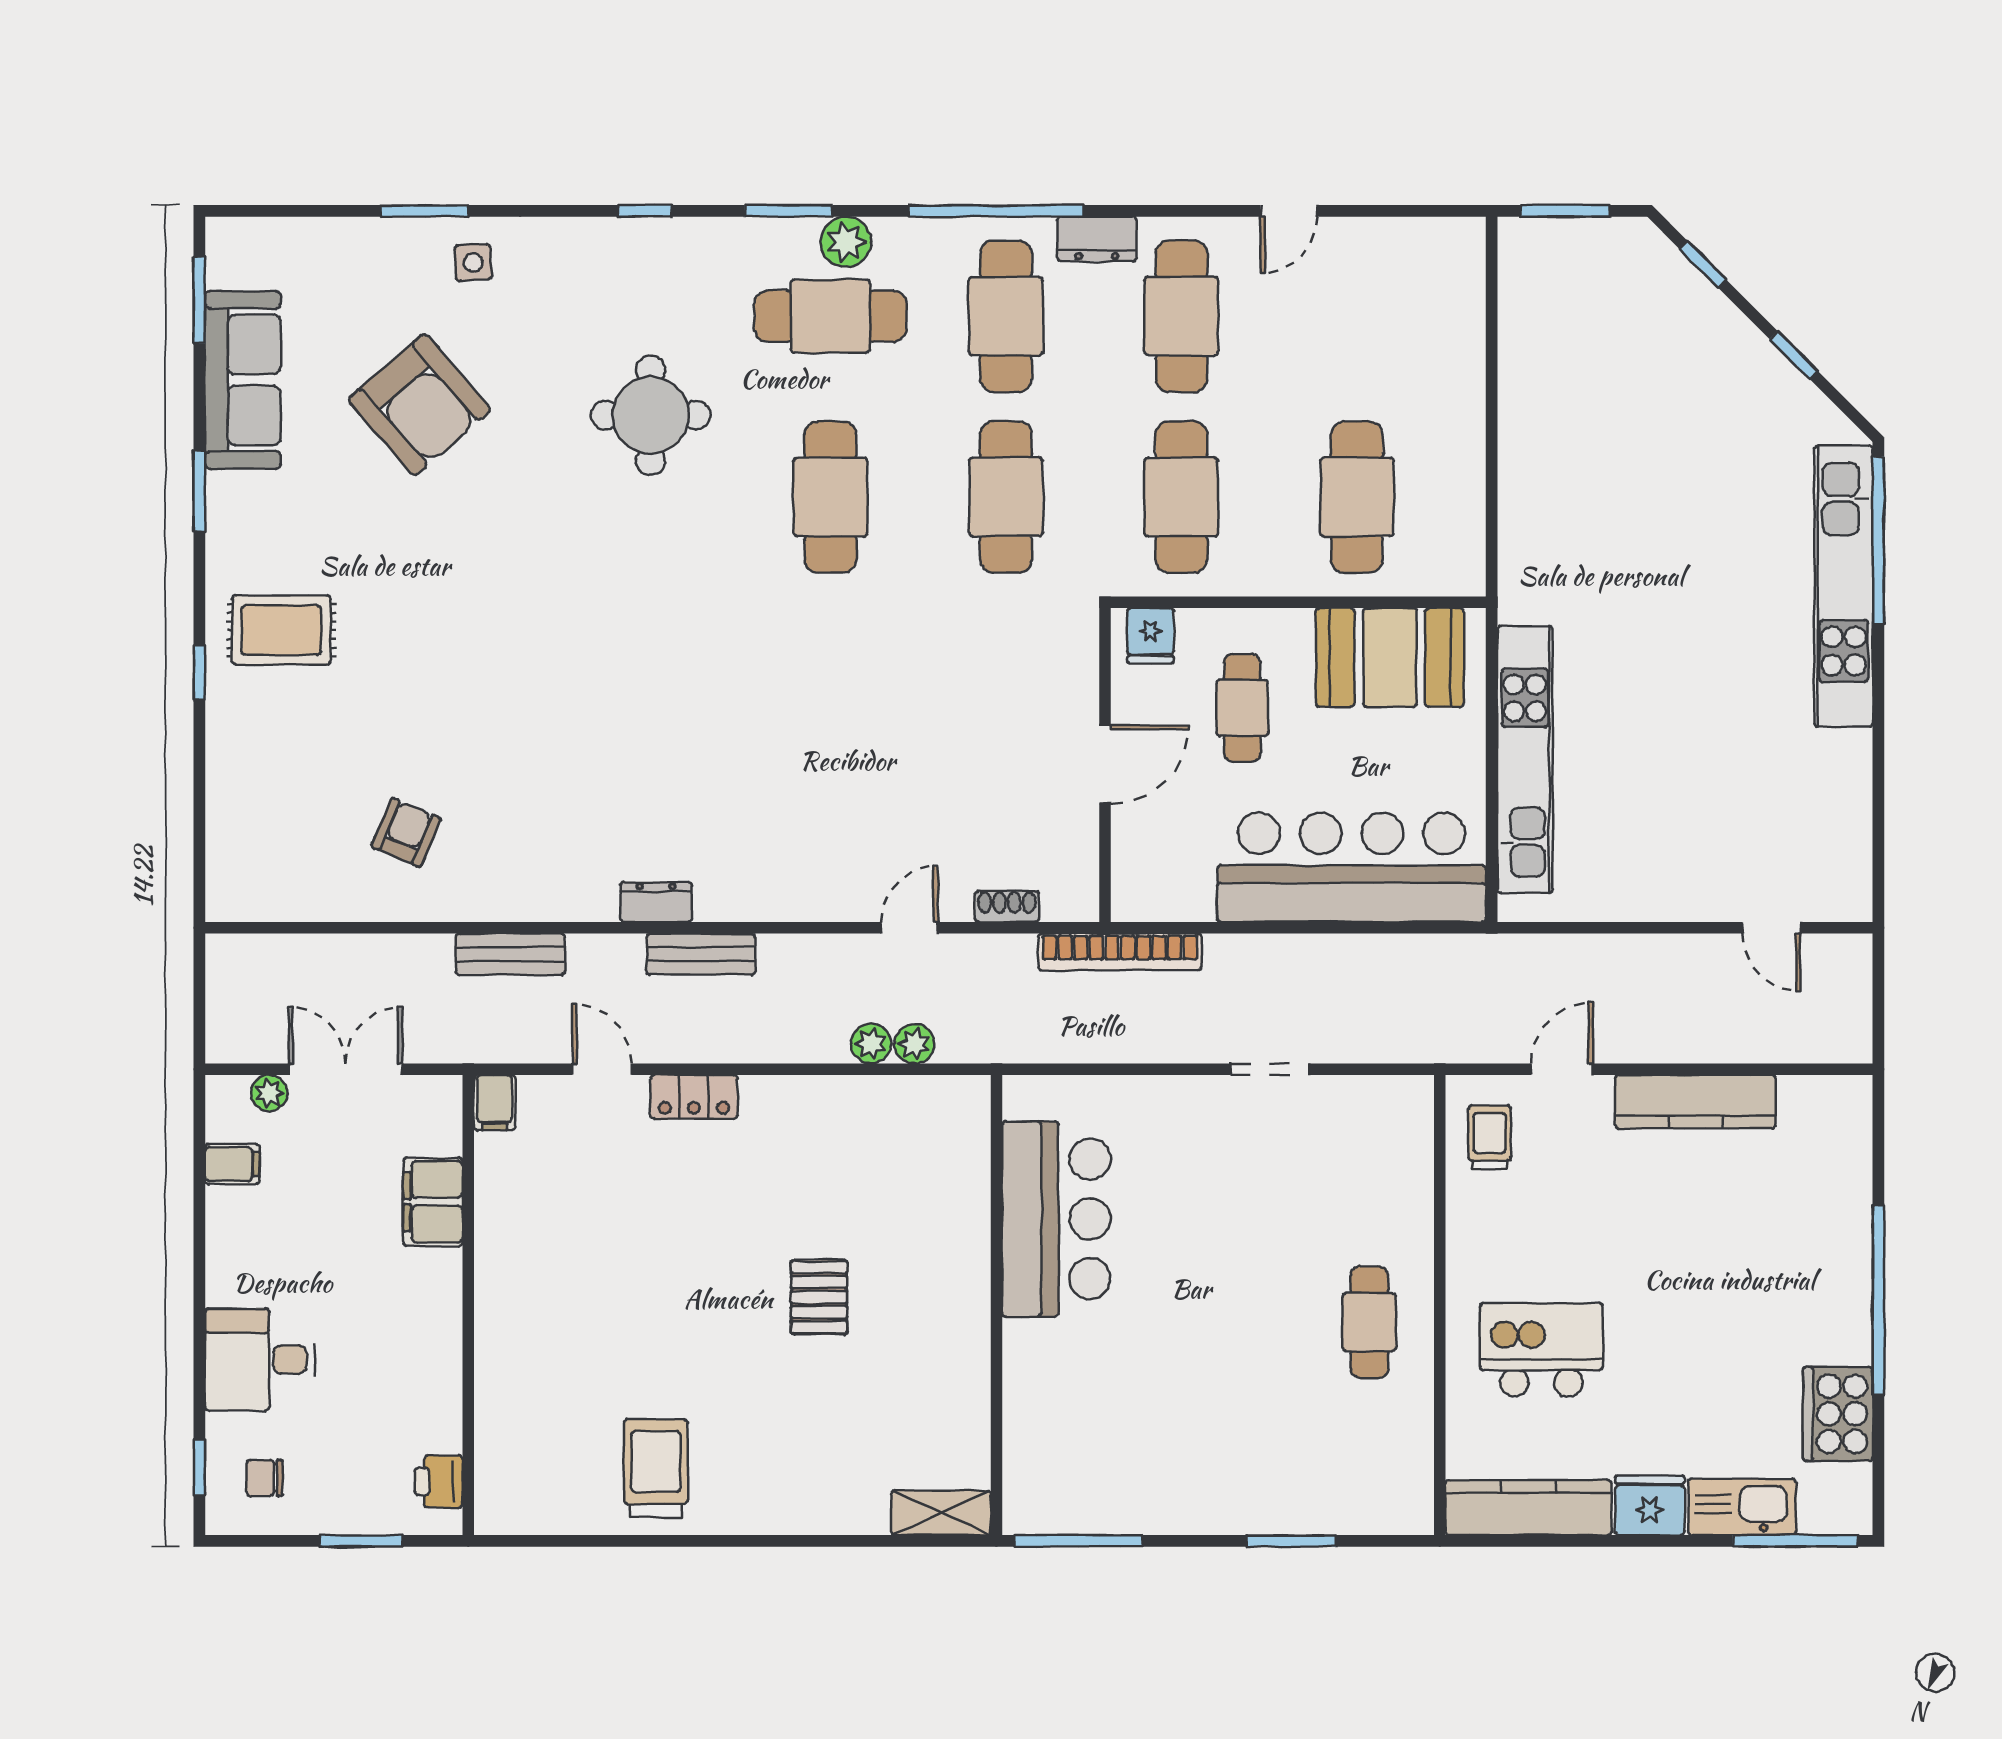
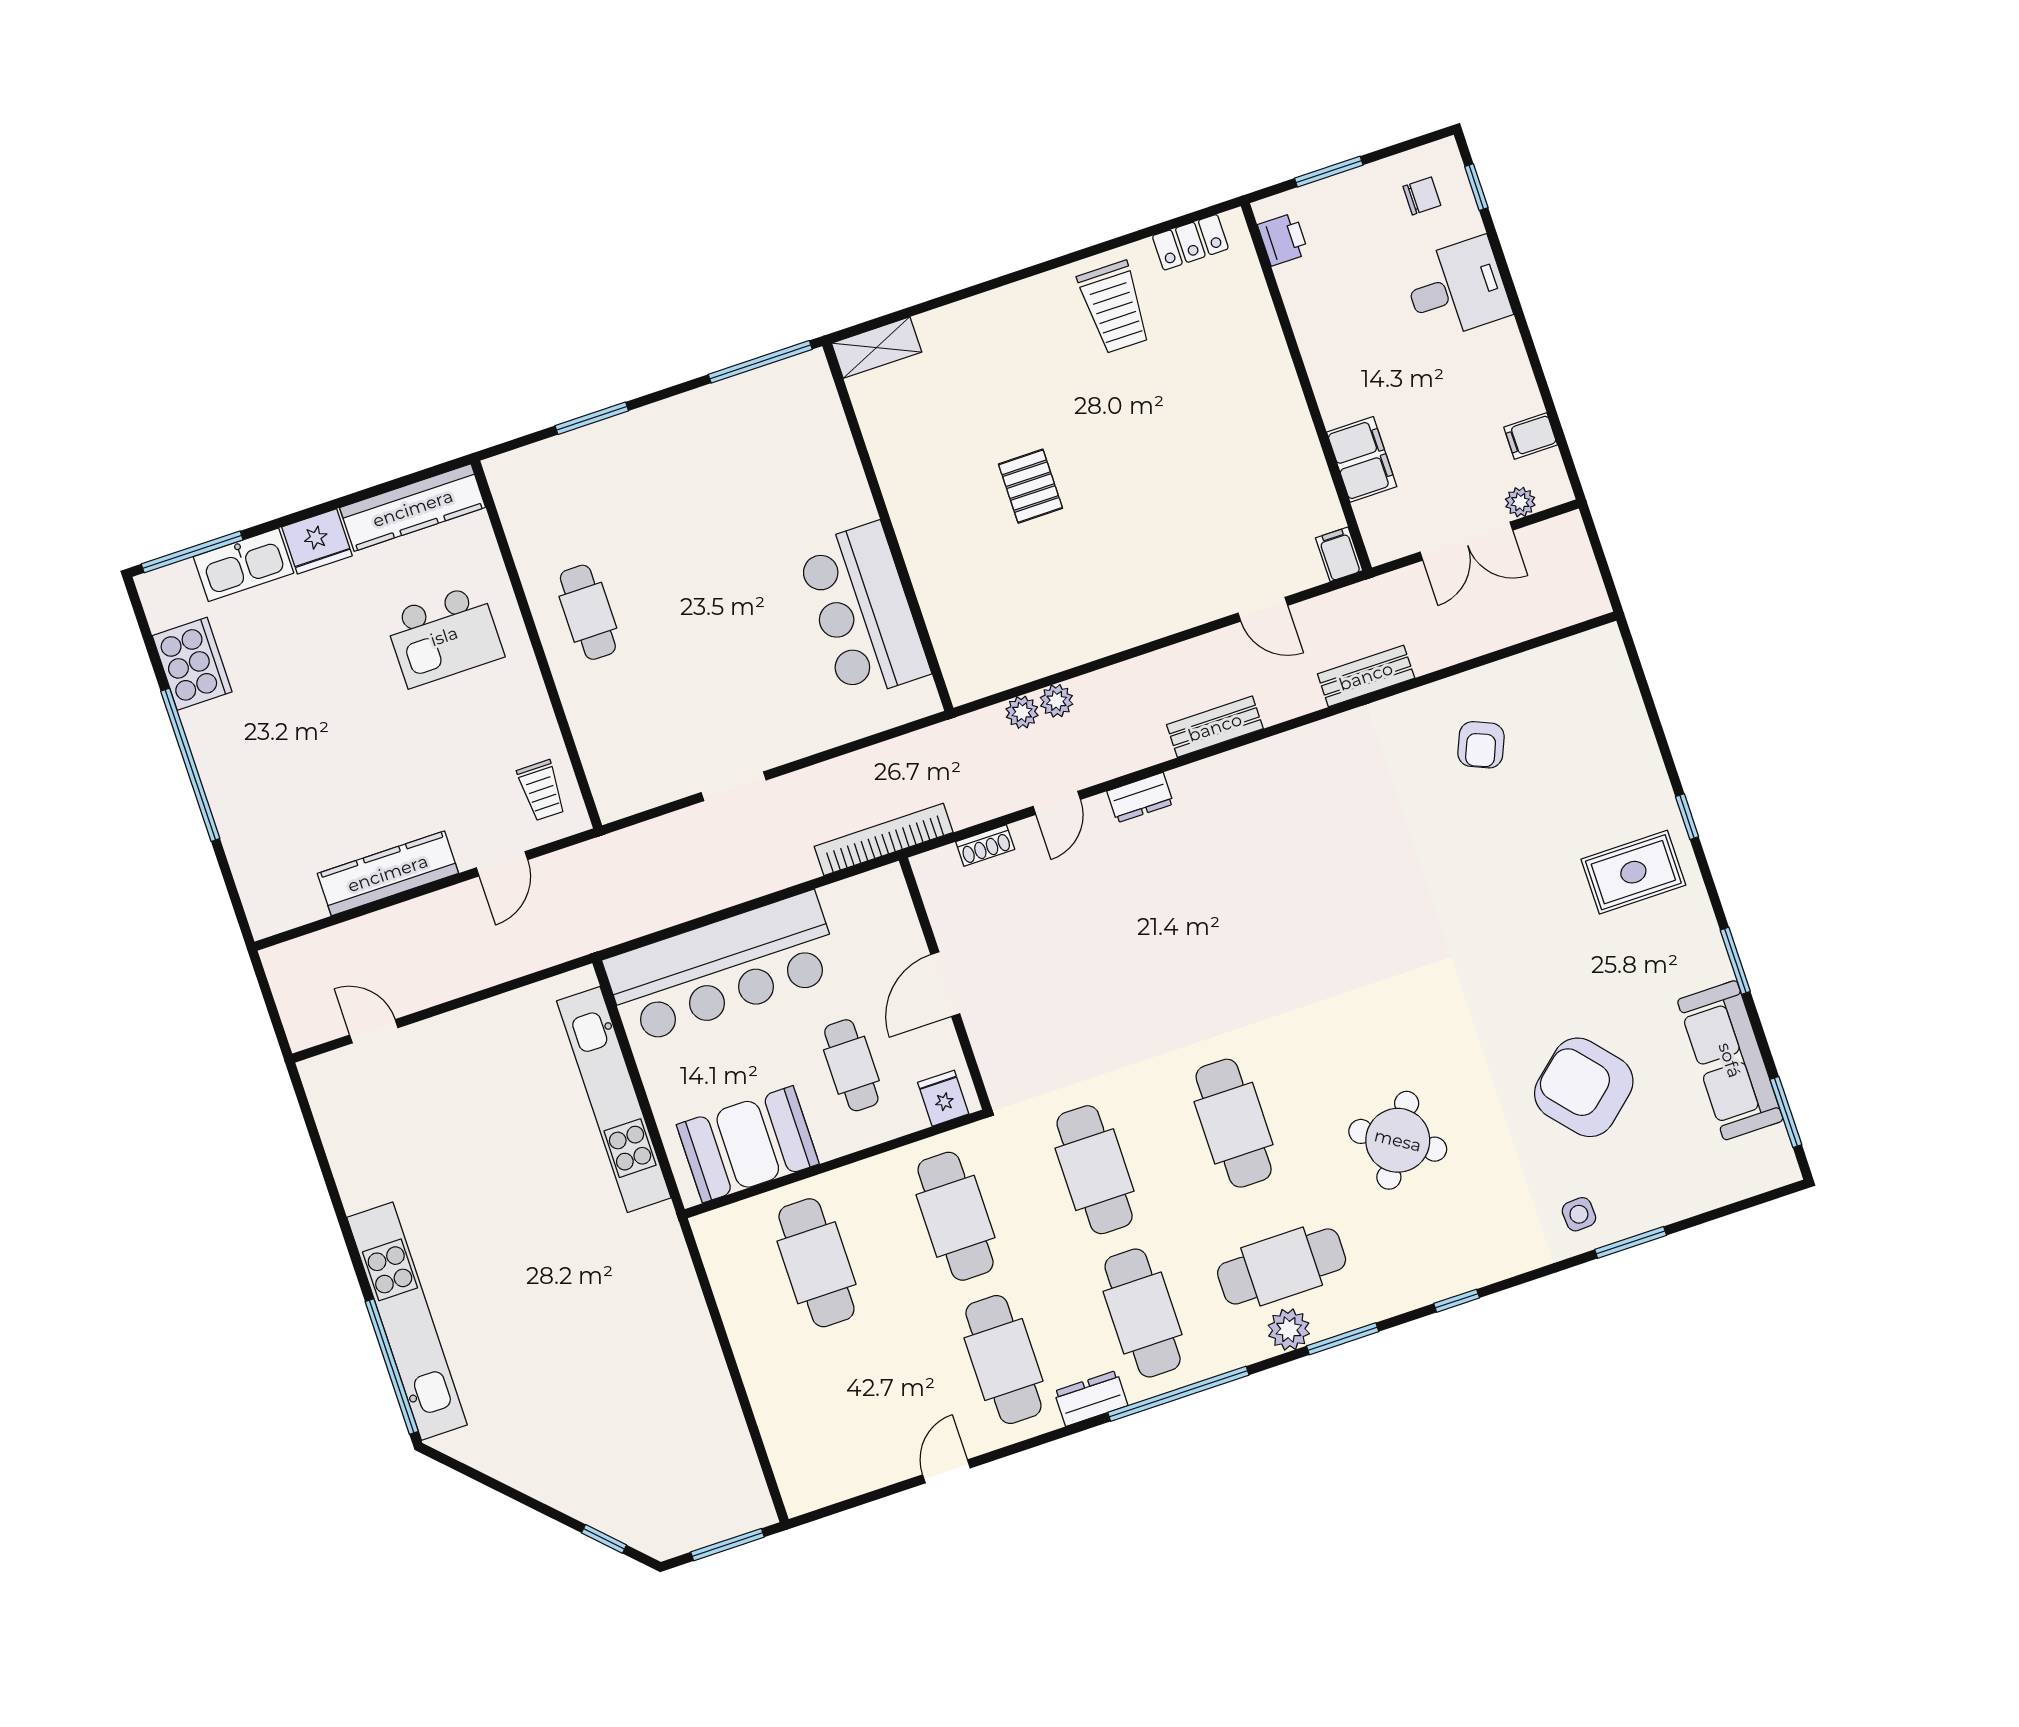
window: (1794, 355) -> (508, 1491), removed
round table: (651, 415) -> (1398, 1140), turned 32
dresser: (656, 902) -> (1140, 798), moved
locker: (694, 1097) -> (1190, 242), moved, turned 180

